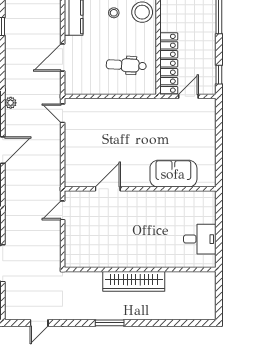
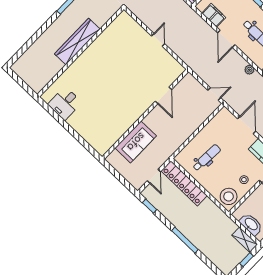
sofa: (173, 174) -> (136, 142), moved
door: (108, 189) -> (163, 95), moved
wall: (140, 189) -> (145, 114), moved

